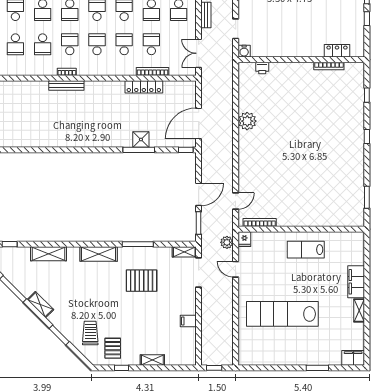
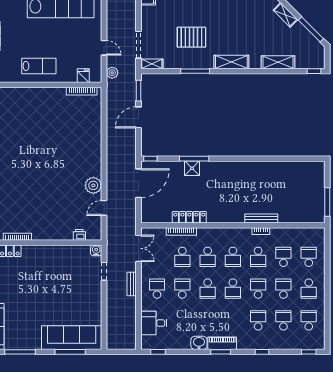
door: (236, 201) -> (104, 208), moved
fridge: (244, 239) -> (83, 76), moved

